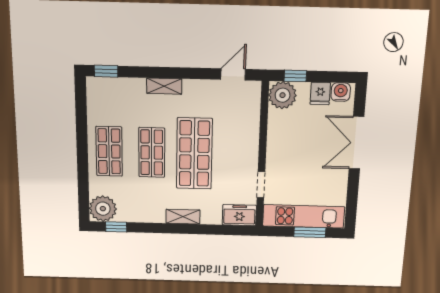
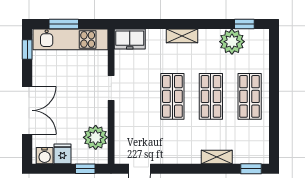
shelving: (164, 86) -> (217, 157), moved
plant: (283, 95) -> (96, 137), moved
shop shelf: (194, 154) -> (172, 96), width x0.70, depth x0.74
doorway: (261, 185) -> (111, 88), moved
window: (351, 207) -> (27, 50), added
plant: (103, 209) -> (232, 42), moved

